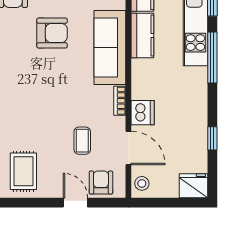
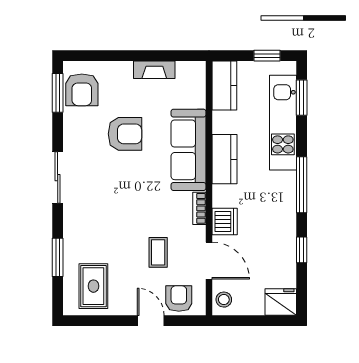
kitchen counter: (142, 36) -> (225, 159), moved
window: (212, 57) -> (302, 185), moved

